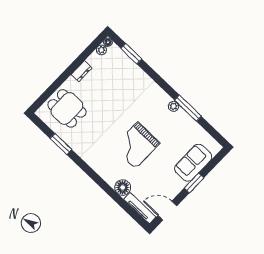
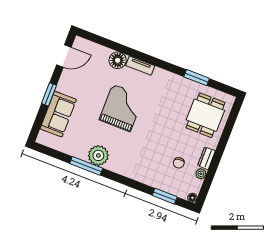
plant: (101, 50) -> (201, 174), moved
chair: (107, 77) -> (179, 163), added
plant: (173, 106) -> (98, 155), width x1.87, depth x1.87
dining table: (67, 108) -> (205, 115), turned 90
tv unit: (140, 208) -> (140, 66), moved, width x0.71

